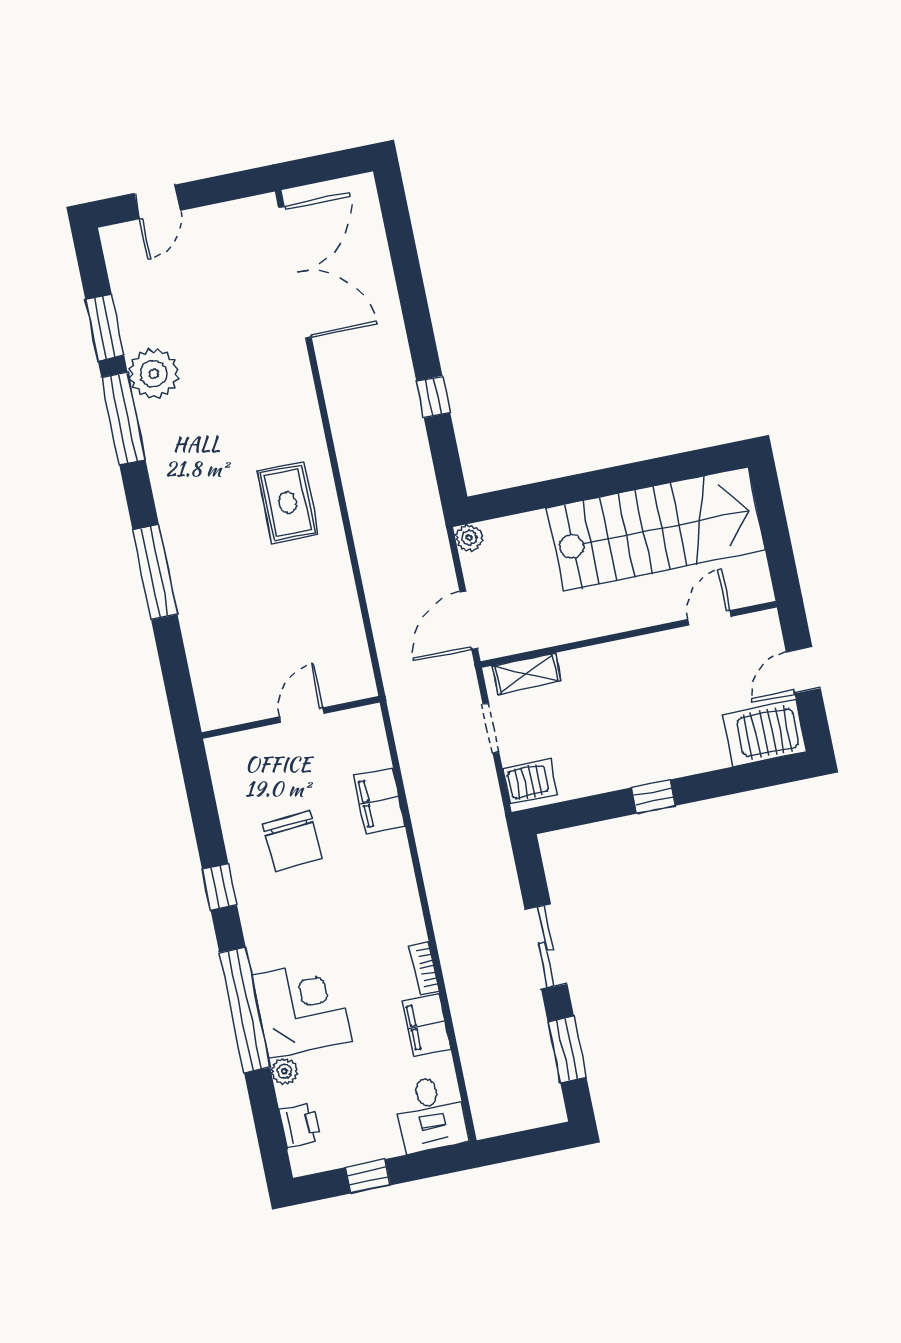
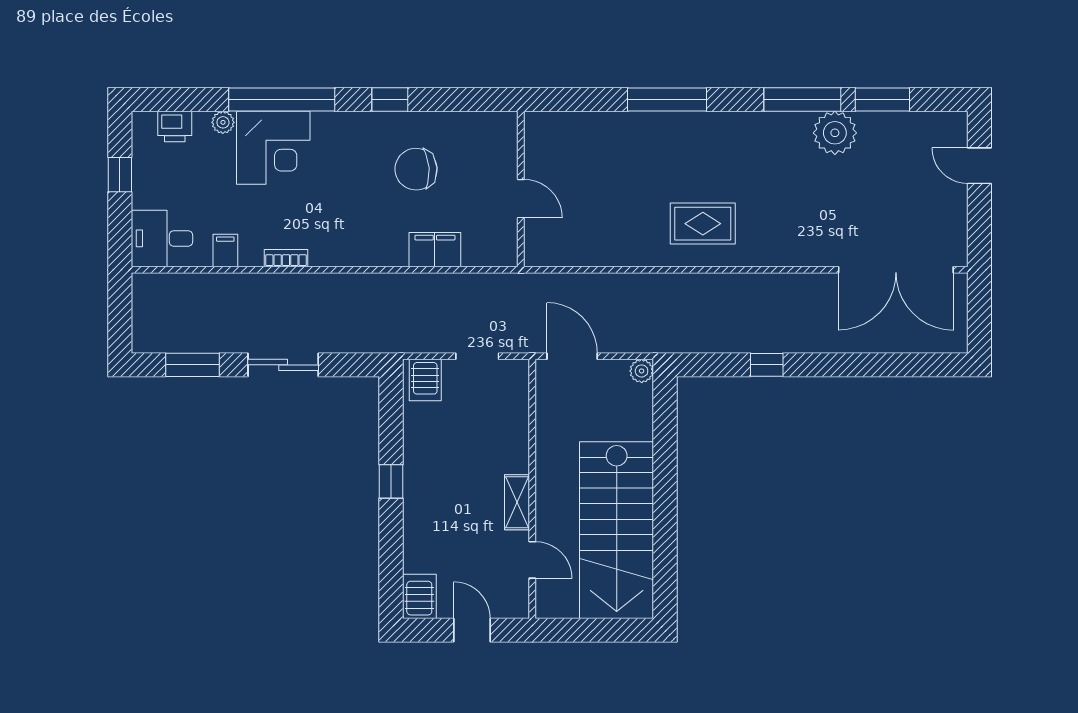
shelving: (527, 673) -> (517, 502), moved
server rack: (765, 733) -> (419, 596), width x0.73, depth x0.70
filing cabinet: (427, 1025) -> (225, 250), width x0.50

